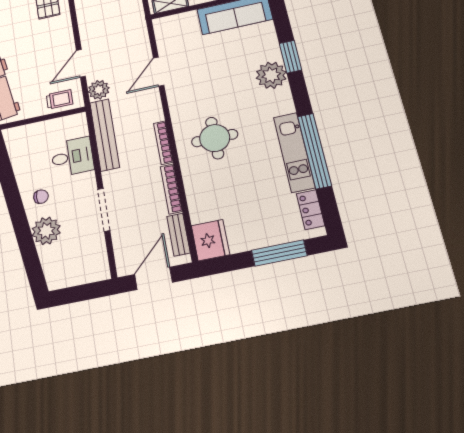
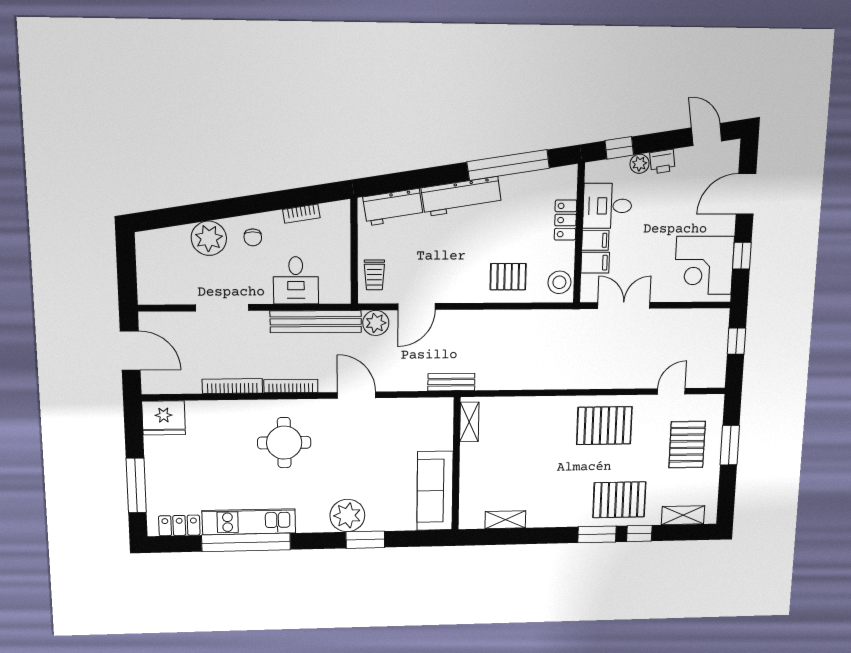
door: (81, 63) -> (416, 307), swing flipped
door: (159, 72) -> (357, 395), moved
bookcase: (17, 164) -> (301, 214), added
bench: (178, 235) -> (451, 382), moved

